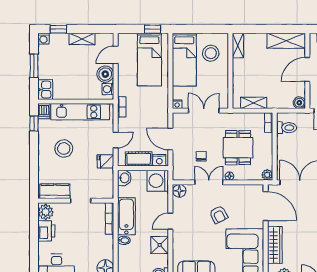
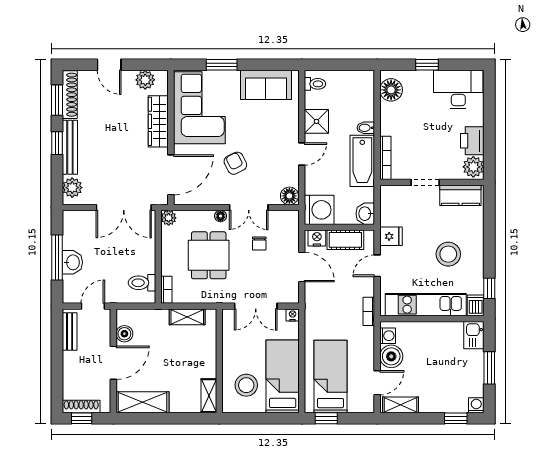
shelving: (82, 39) -> (401, 405), moved
boiler: (299, 103) -> (124, 334), moved
door: (266, 206) -> (171, 175), swing flipped

